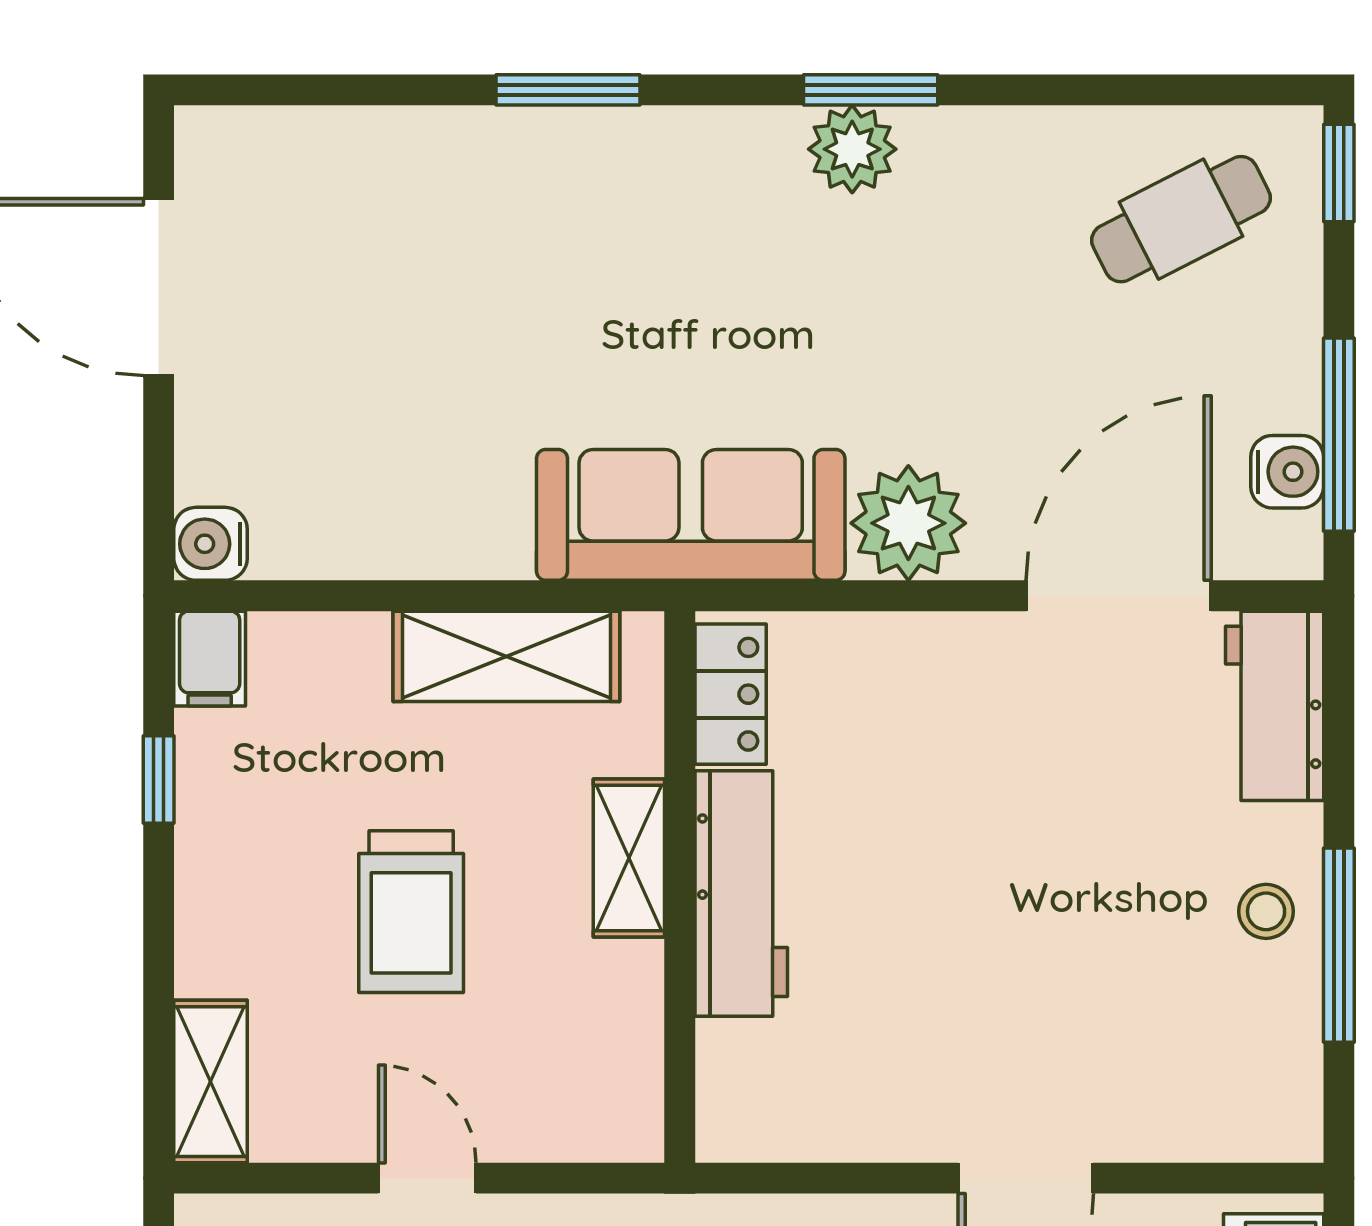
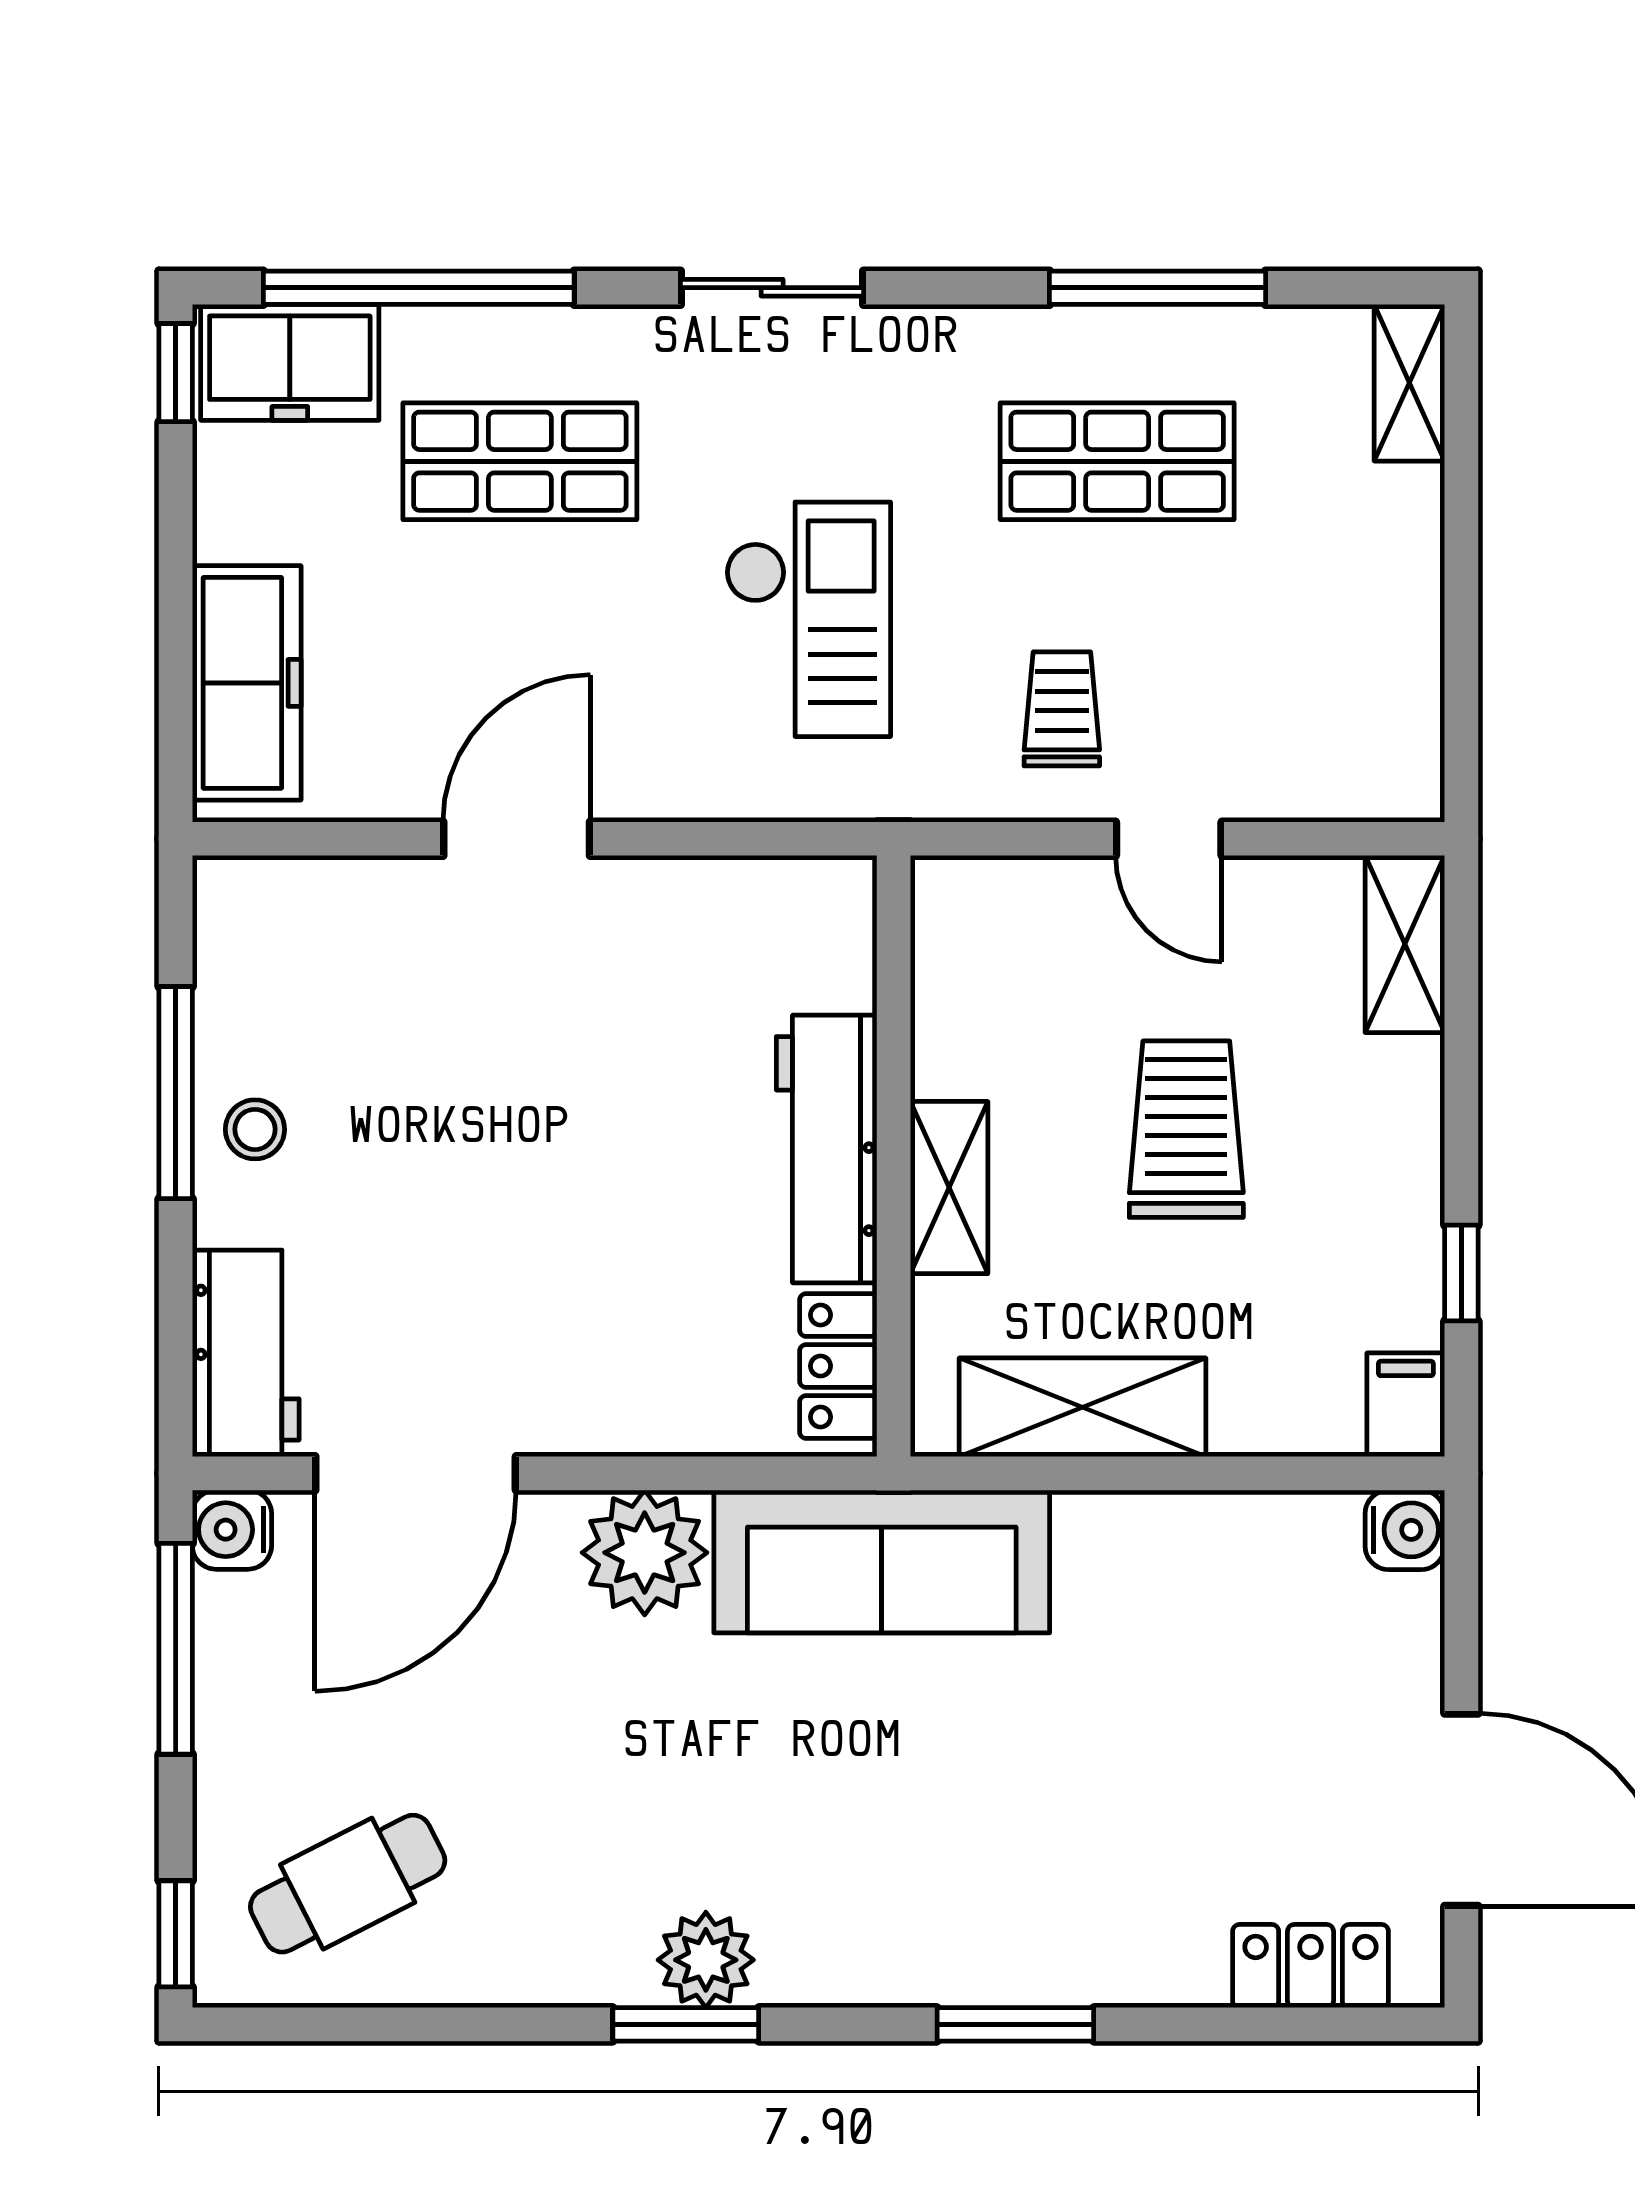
locker: (297, 143) -> (1311, 1966), added
water cooler: (1287, 472) -> (232, 1530), moved

